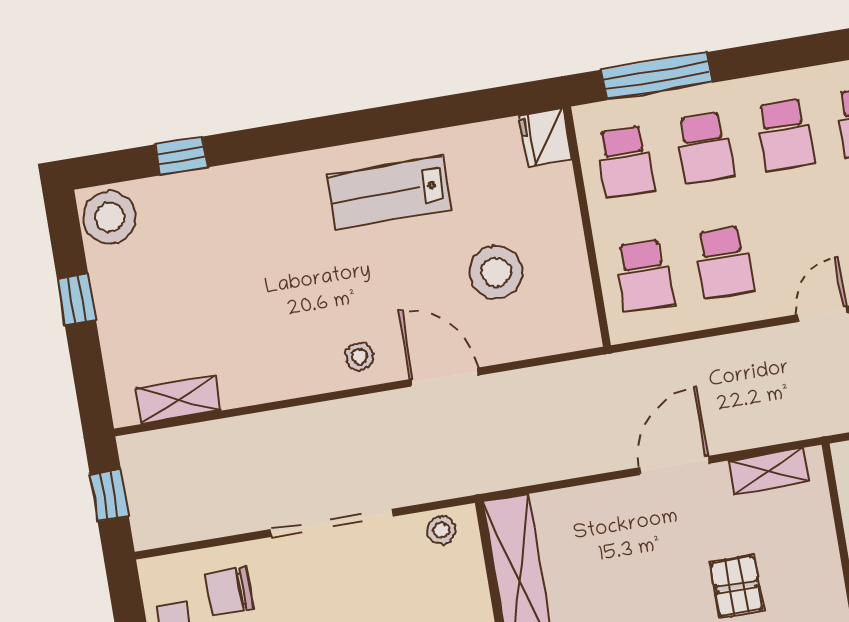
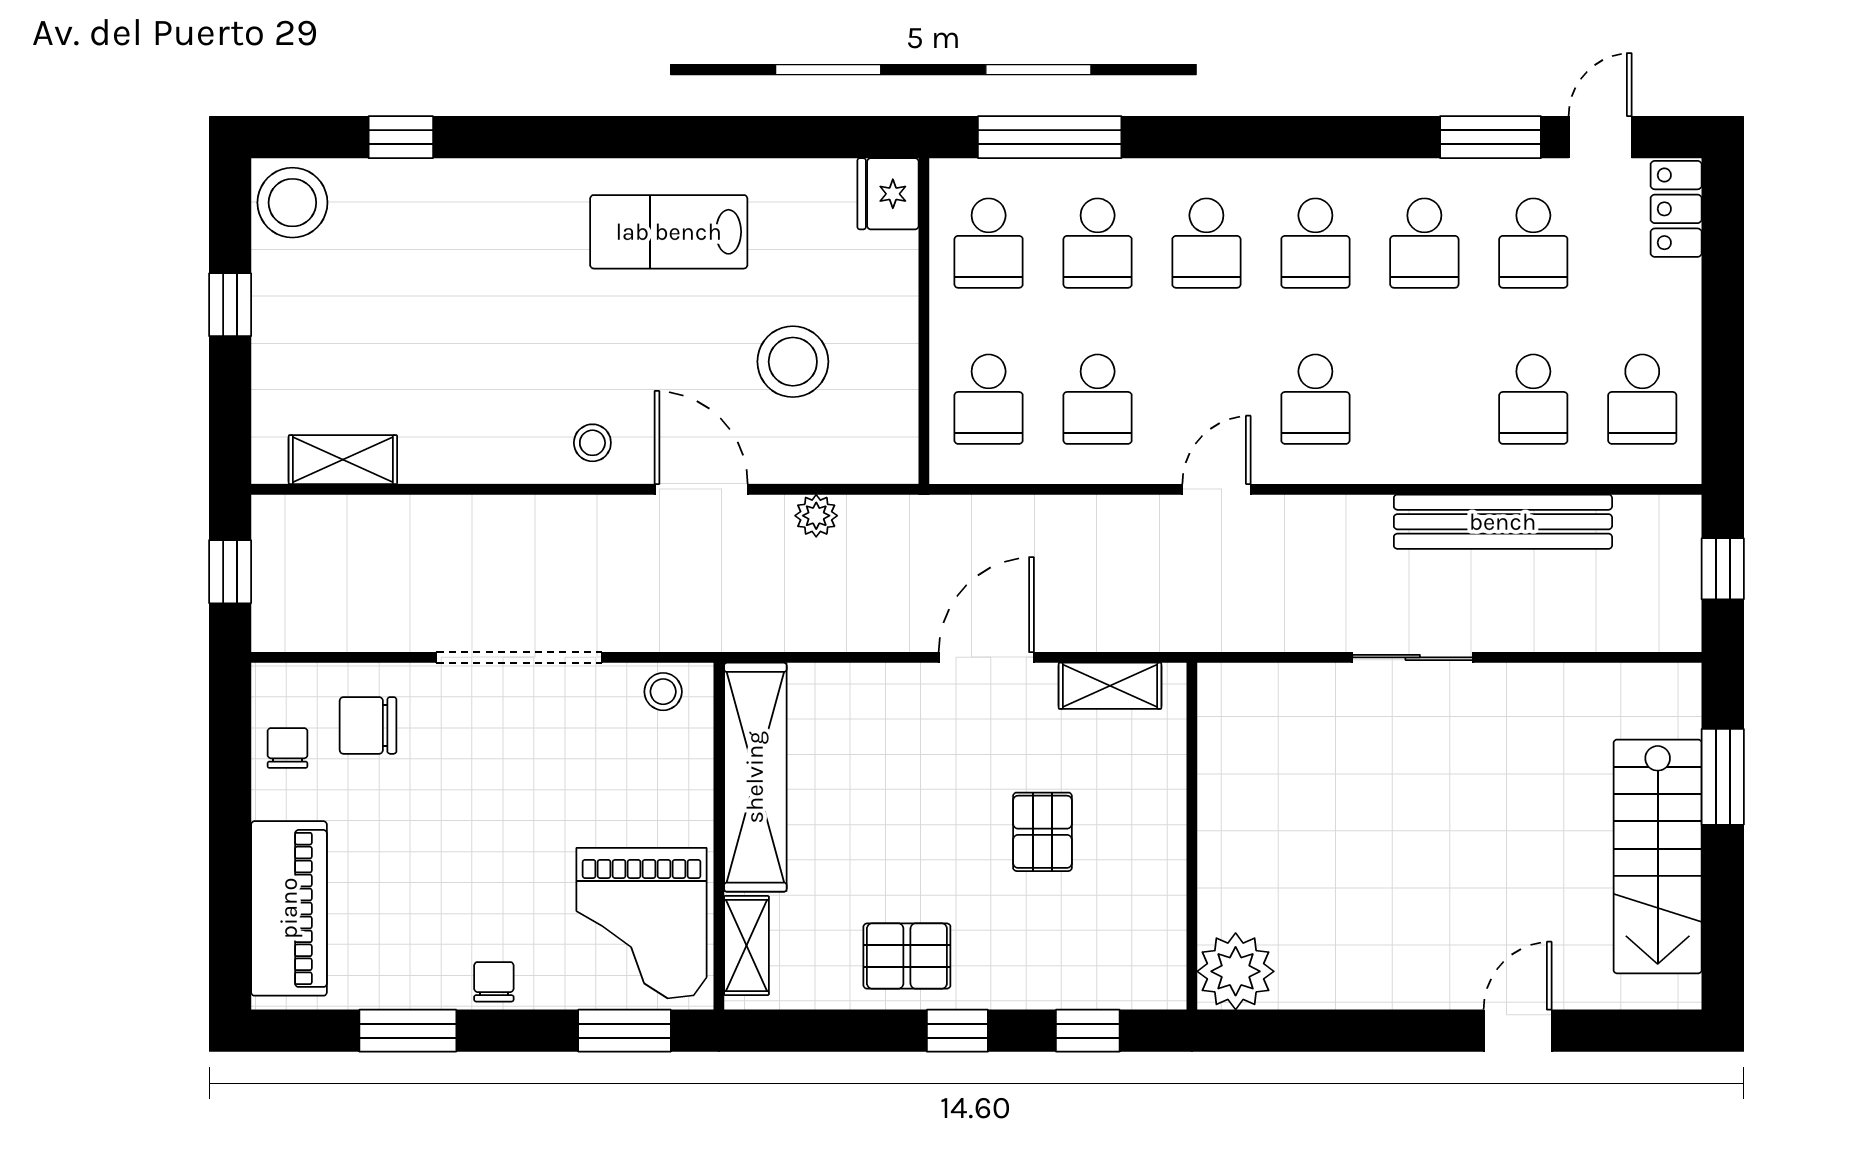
plant: (532, 382) -> (816, 516), added

